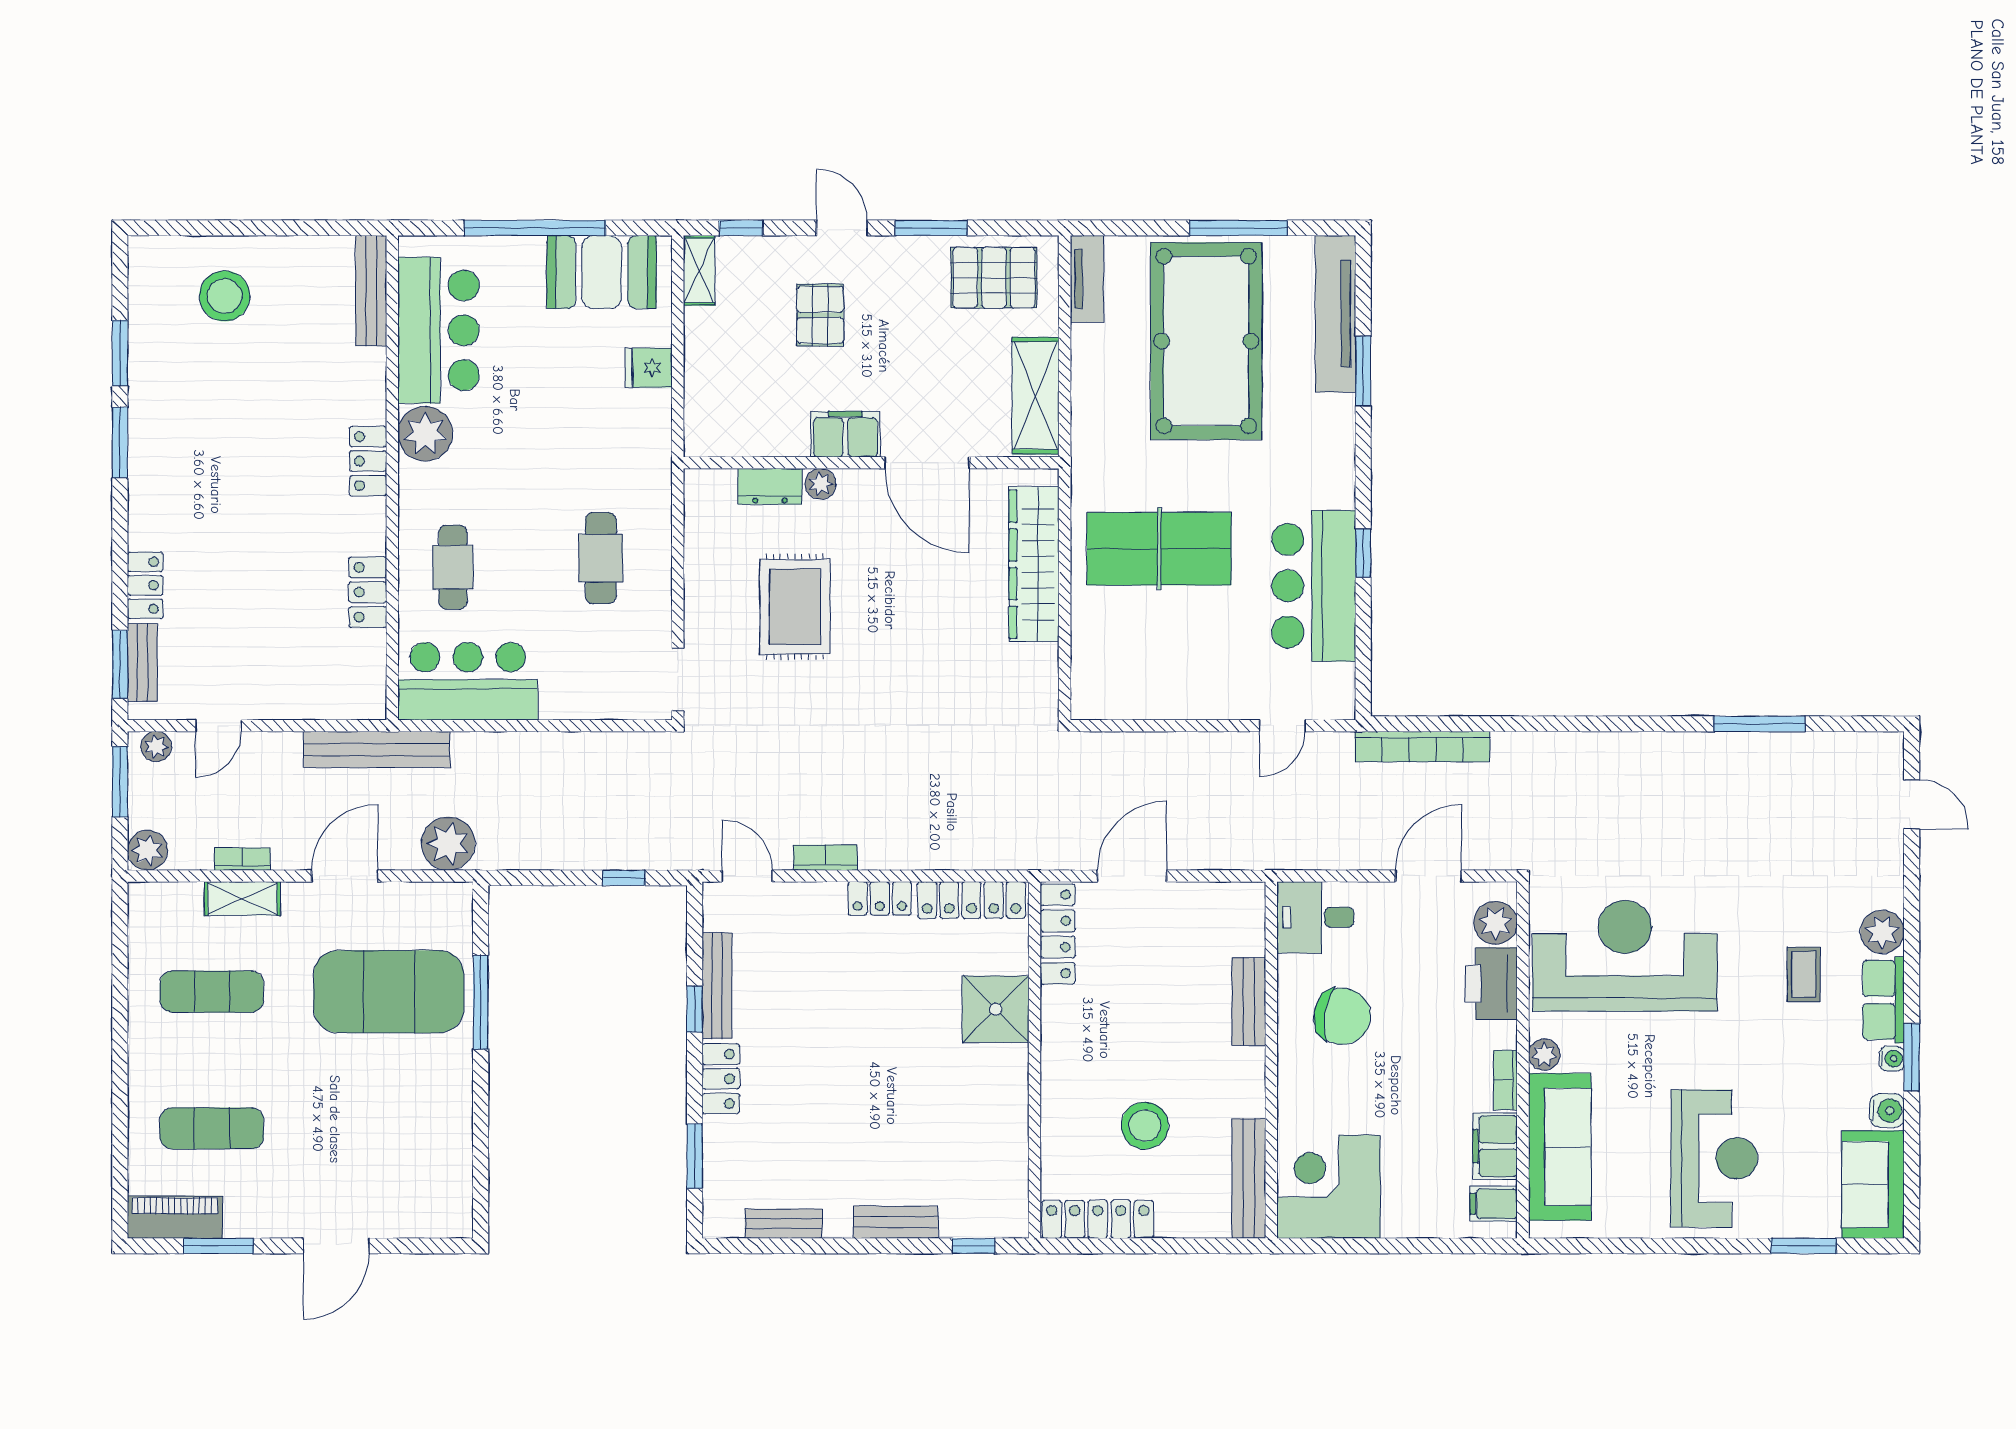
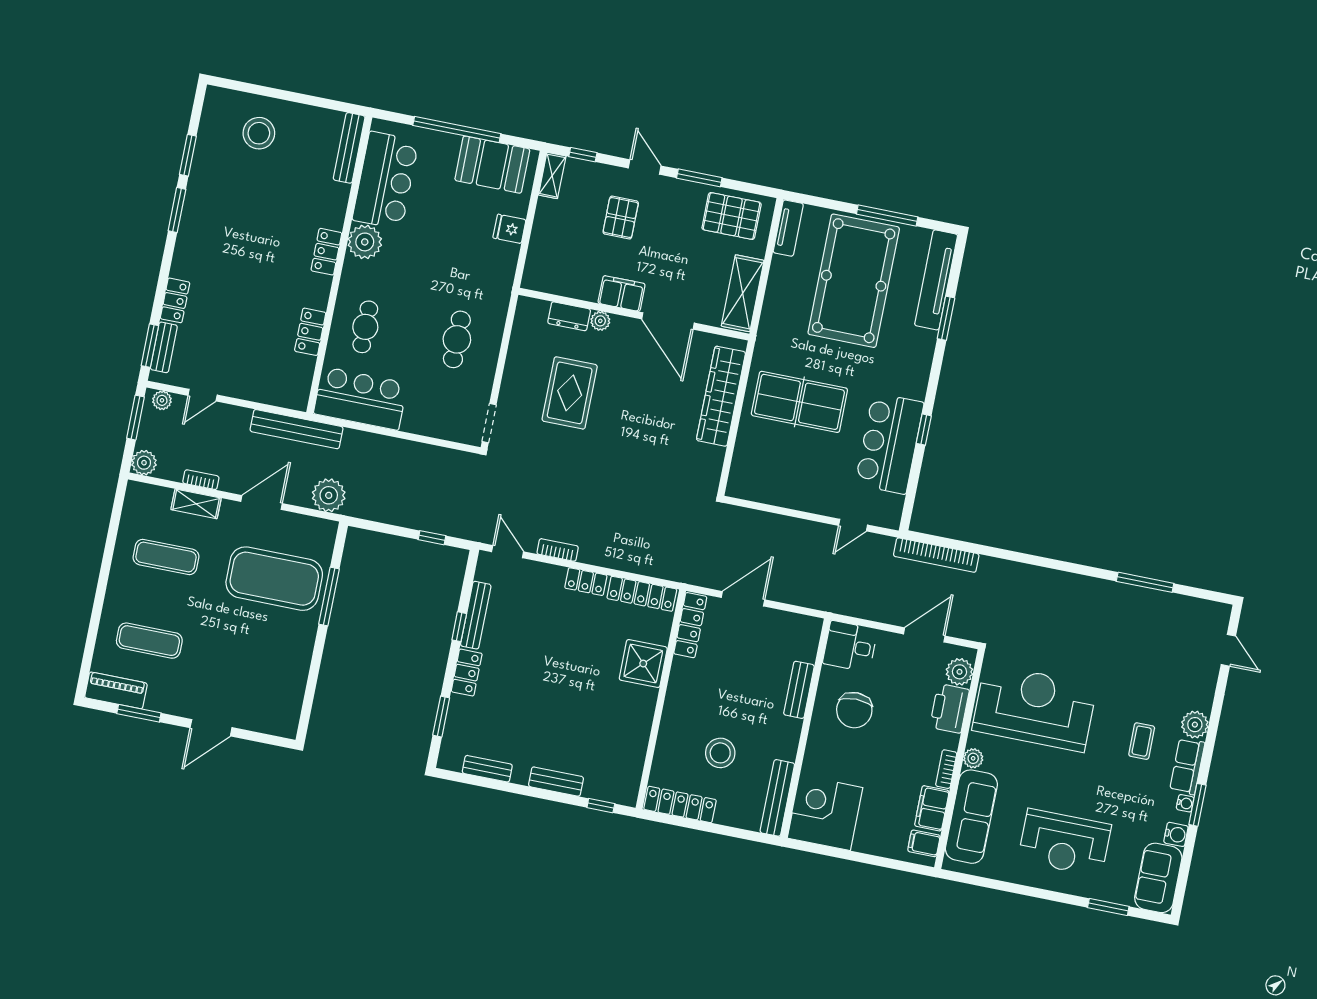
chair: (1342, 1016) -> (854, 710), turned 81
reception desk: (1714, 1158) -> (1064, 843), turned 90

